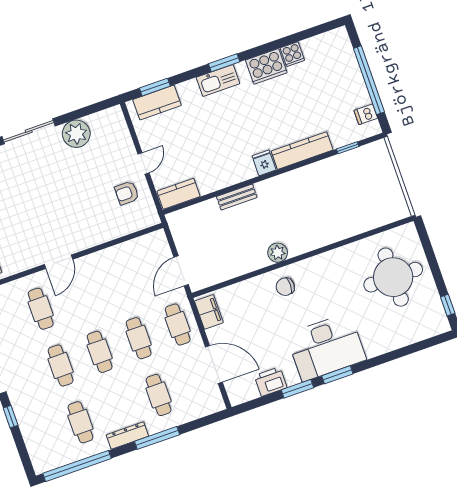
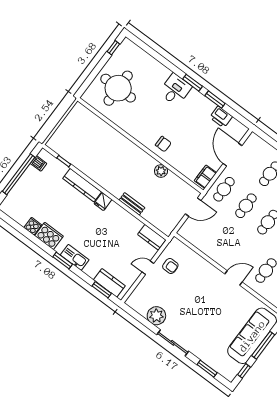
plant: (278, 253) -> (161, 171), moved
desk: (326, 347) -> (175, 90), width x0.53, depth x0.77

